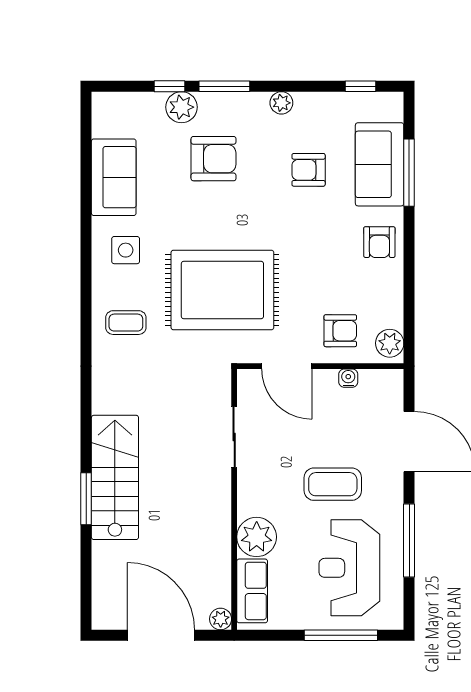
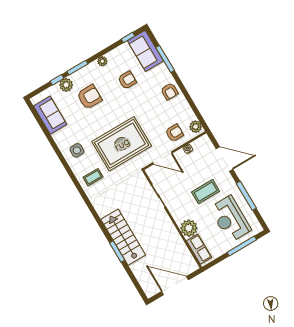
sofa: (380, 164) -> (145, 51), moved
armchair: (309, 170) -> (127, 80), turned 180
sofa: (114, 177) -> (50, 115), moved
plant: (221, 619) -> (194, 266), removed

